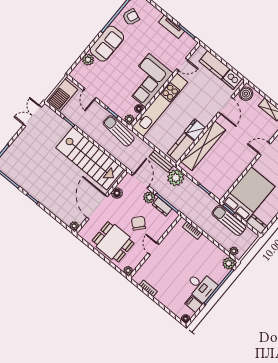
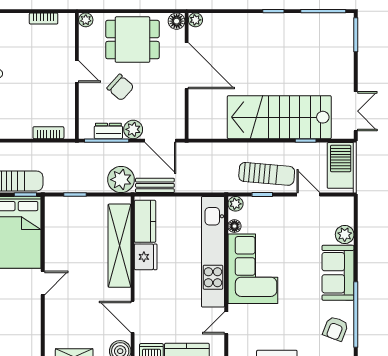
sun lounger: (119, 131) -> (267, 174), moved
door: (265, 149) -> (43, 283), moved
stairs: (90, 158) -> (279, 117), moved
floor lamp: (117, 193) -> (177, 21), moved

